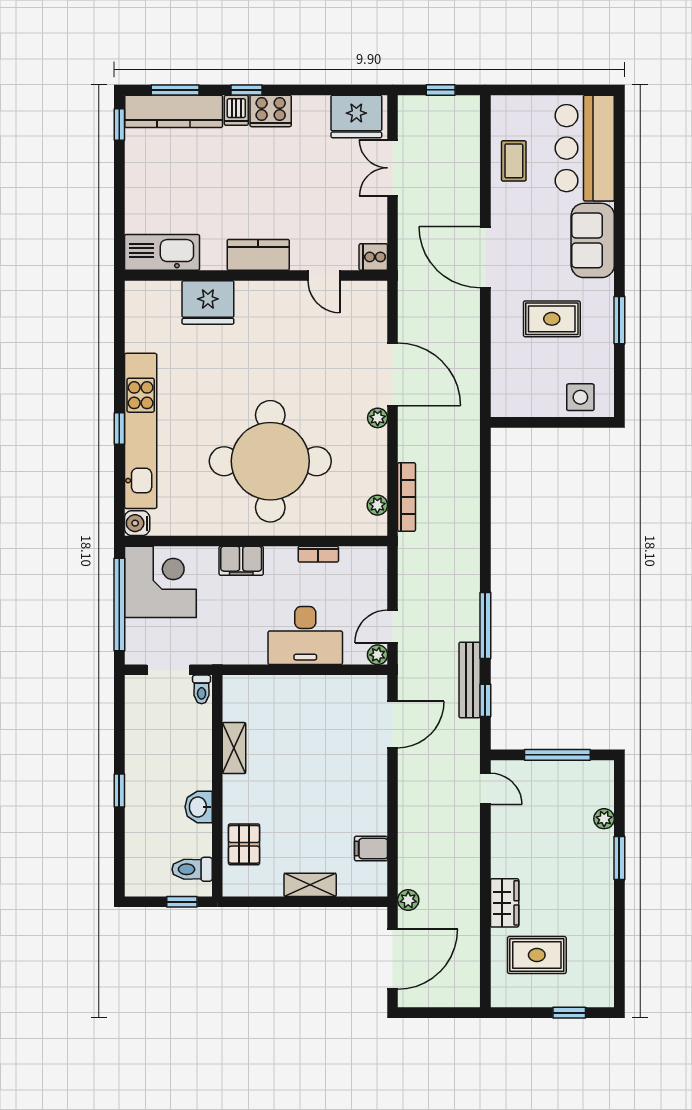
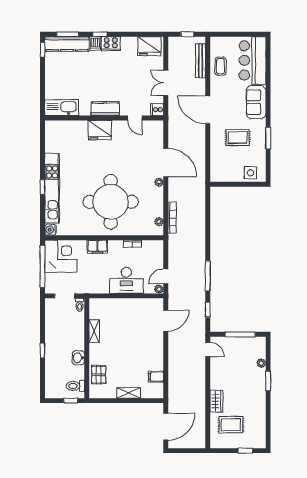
double door: (393, 168) -> (166, 83), moved
fridge: (208, 302) -> (100, 130), moved
bench: (470, 680) -> (201, 61), moved
plant: (408, 900) -> (173, 400), removed

